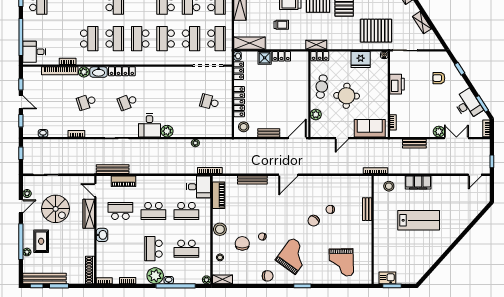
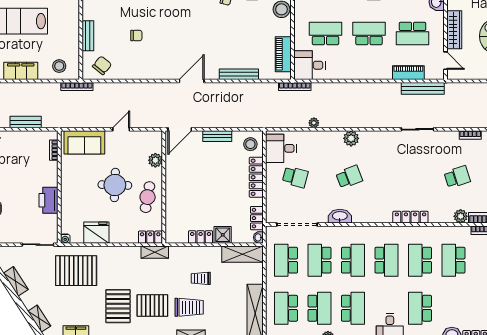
washbasin: (99, 72) -> (340, 216), moved
school desk: (127, 102) -> (349, 177), moved
desk: (149, 125) -> (281, 148), moved, turned -90
chair: (314, 221) -> (102, 65), moved

